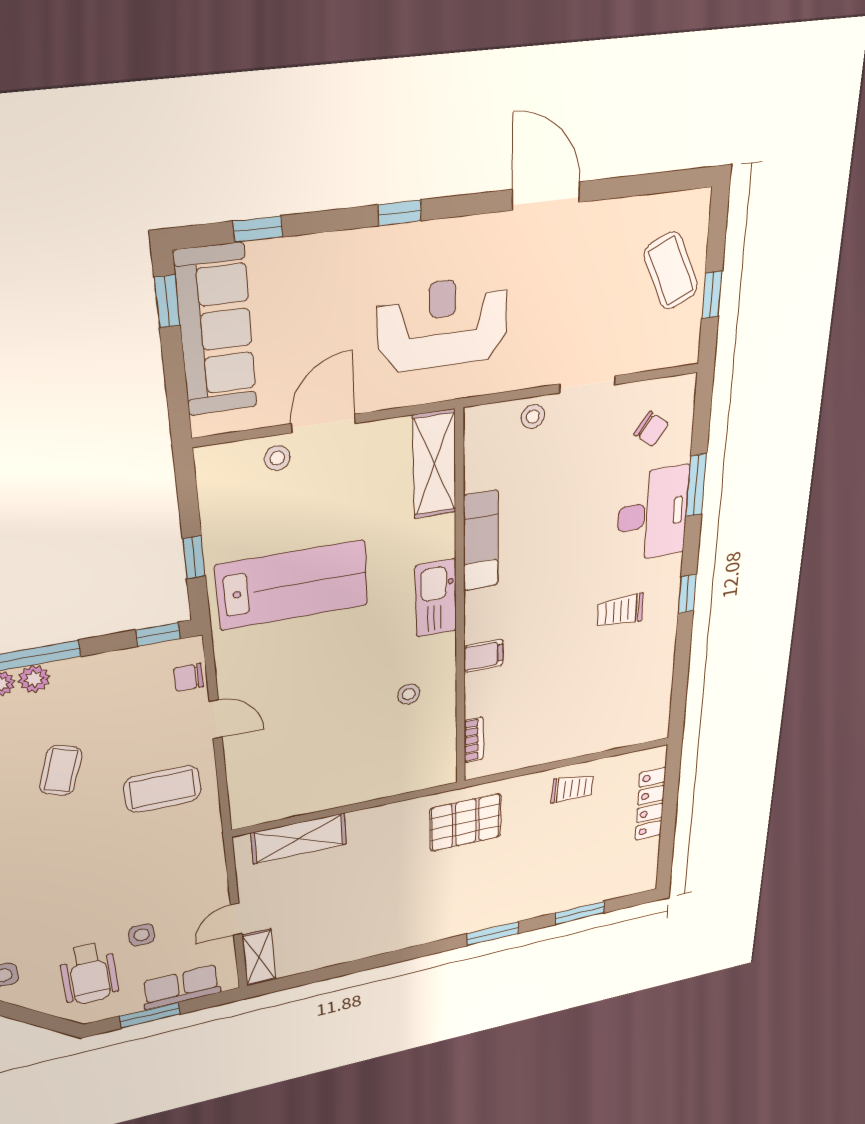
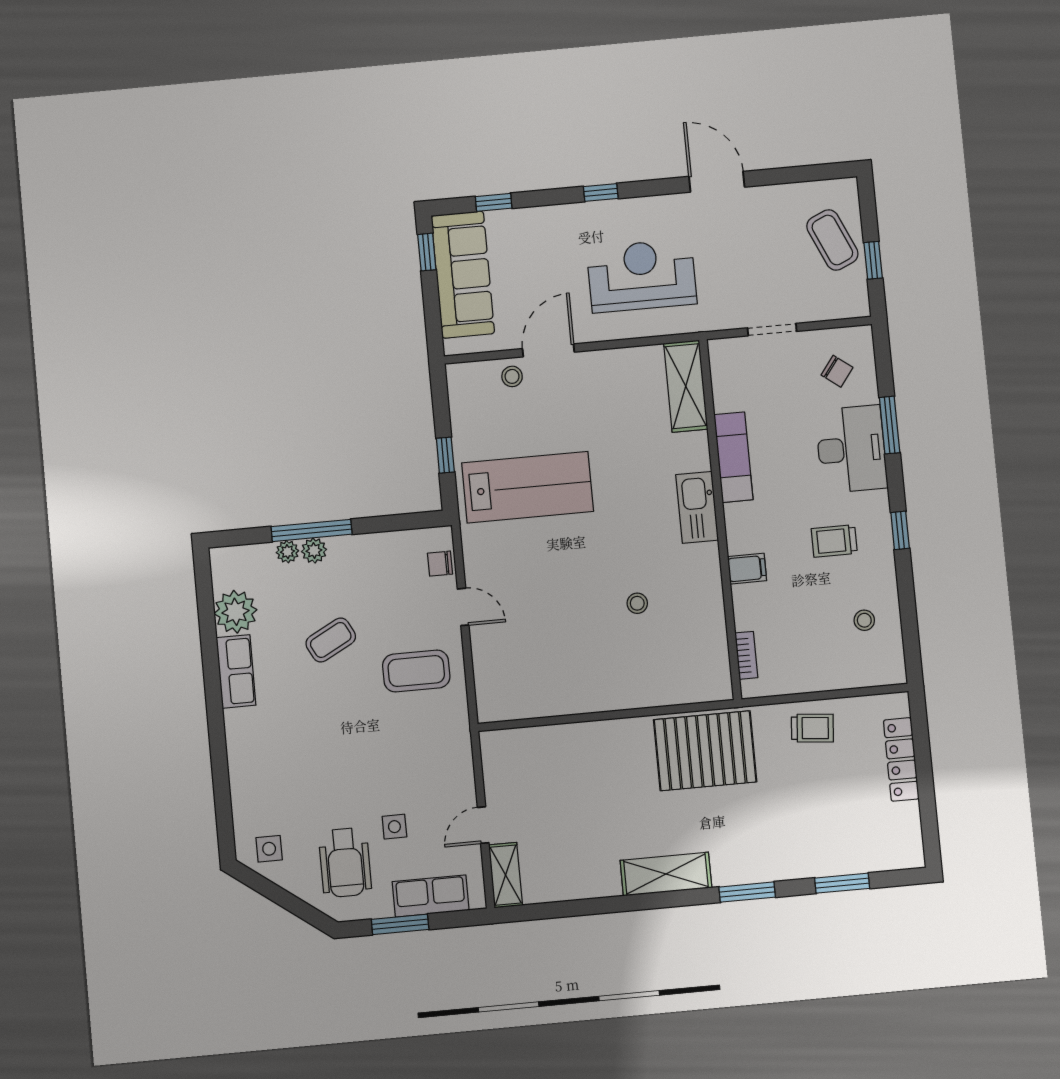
stool: (533, 416) -> (864, 620), moved
shelving: (434, 464) -> (686, 386), moved
exam couch: (481, 541) -> (733, 457), moved
kitchen sink: (436, 598) -> (697, 507), moved
wall: (460, 608) -> (720, 519), moved
window: (158, 634) -> (415, 521), removed
filing cabinet: (483, 656) -> (747, 569), moved
bookcase: (474, 740) -> (746, 655), moved
coffee table: (61, 770) -> (331, 640), turned 43
pallet: (466, 822) -> (705, 751), width x1.37, depth x1.41
shelving: (299, 839) -> (666, 874), moved

